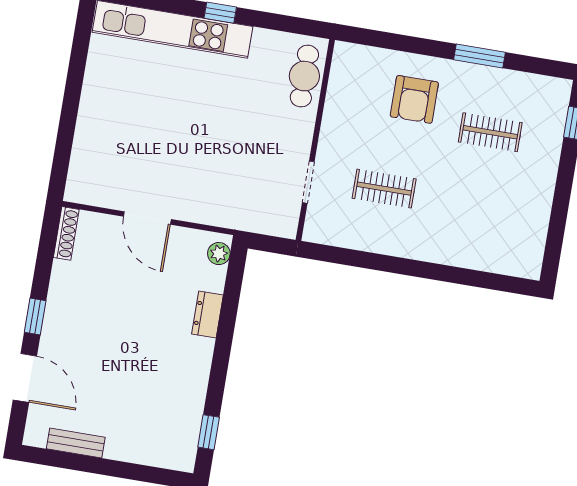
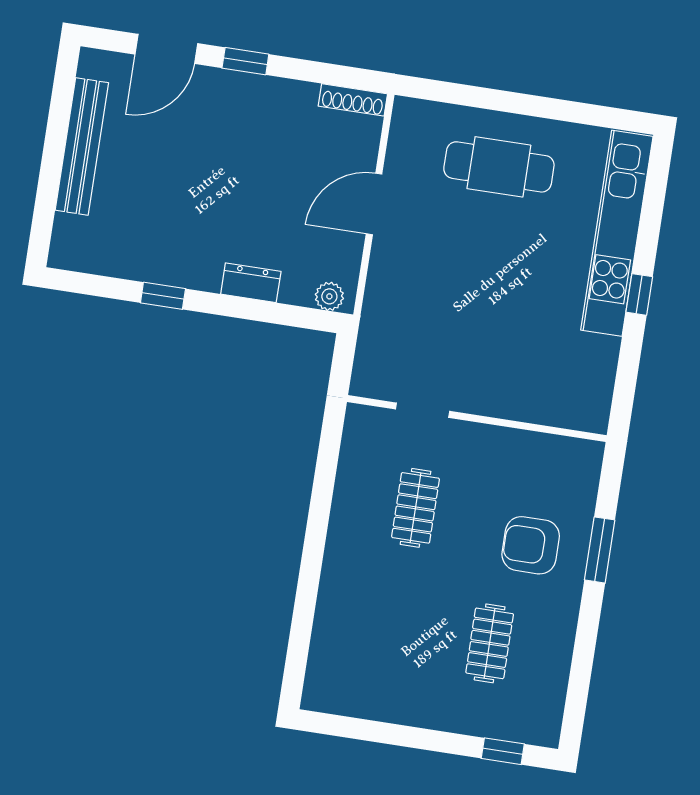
window: (480, 56) -> (600, 550), moved
cafe table: (304, 76) -> (499, 167), moved, width x1.37, depth x1.35
window: (209, 432) -> (163, 296), moved
bench: (76, 443) -> (82, 146), width x1.86, depth x1.21

